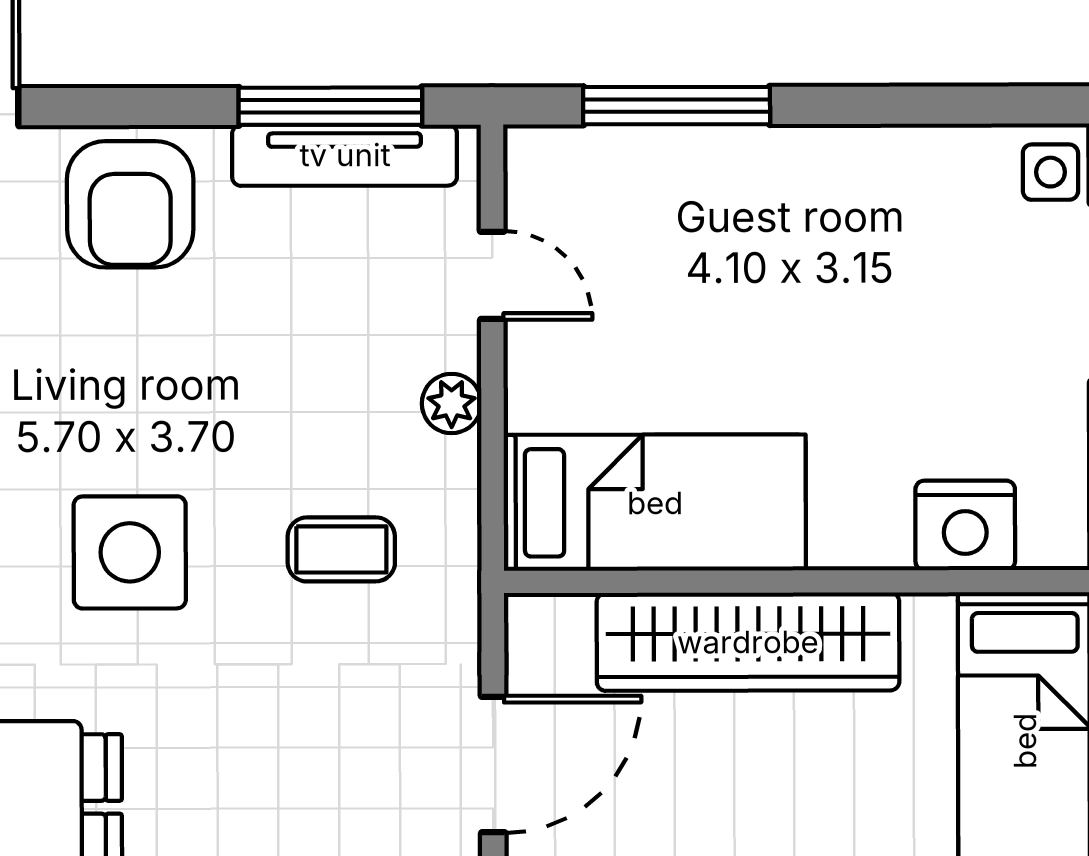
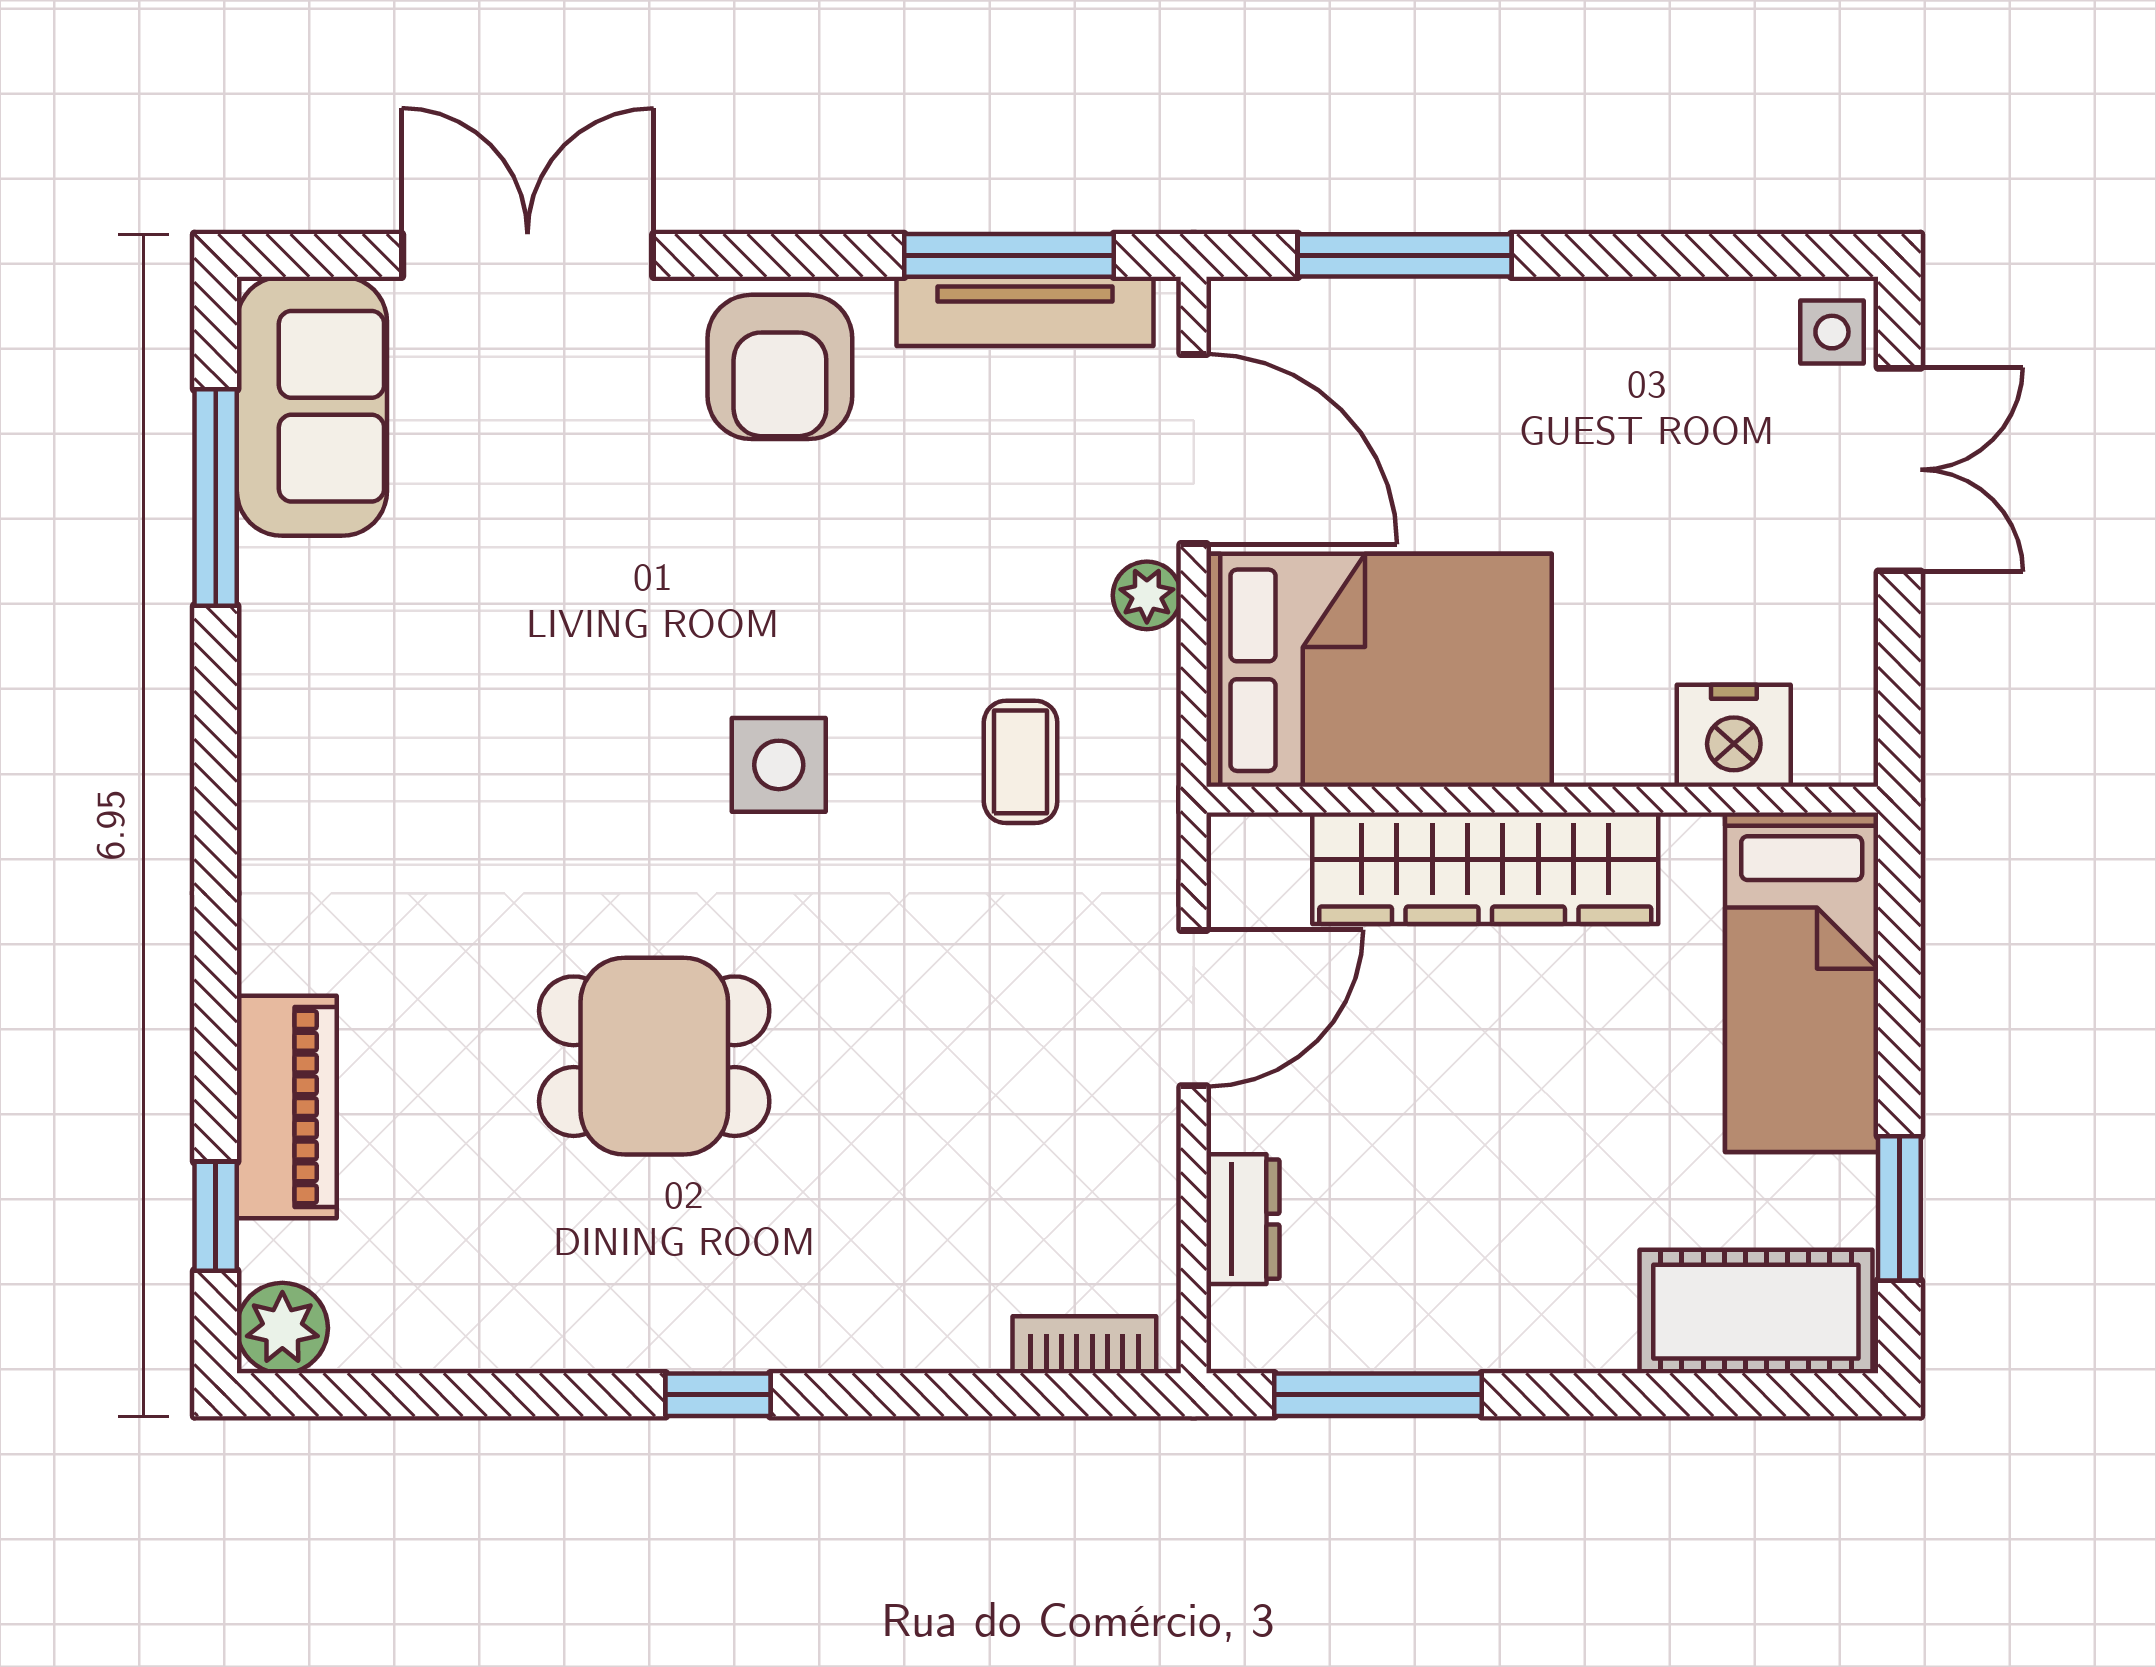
door: (492, 275) -> (1194, 449), width x1.88
bed: (655, 503) -> (1379, 670), width x1.50
coffee table: (341, 549) -> (1021, 762), turned 90
side table: (130, 552) -> (779, 765), width x0.73, depth x0.73

